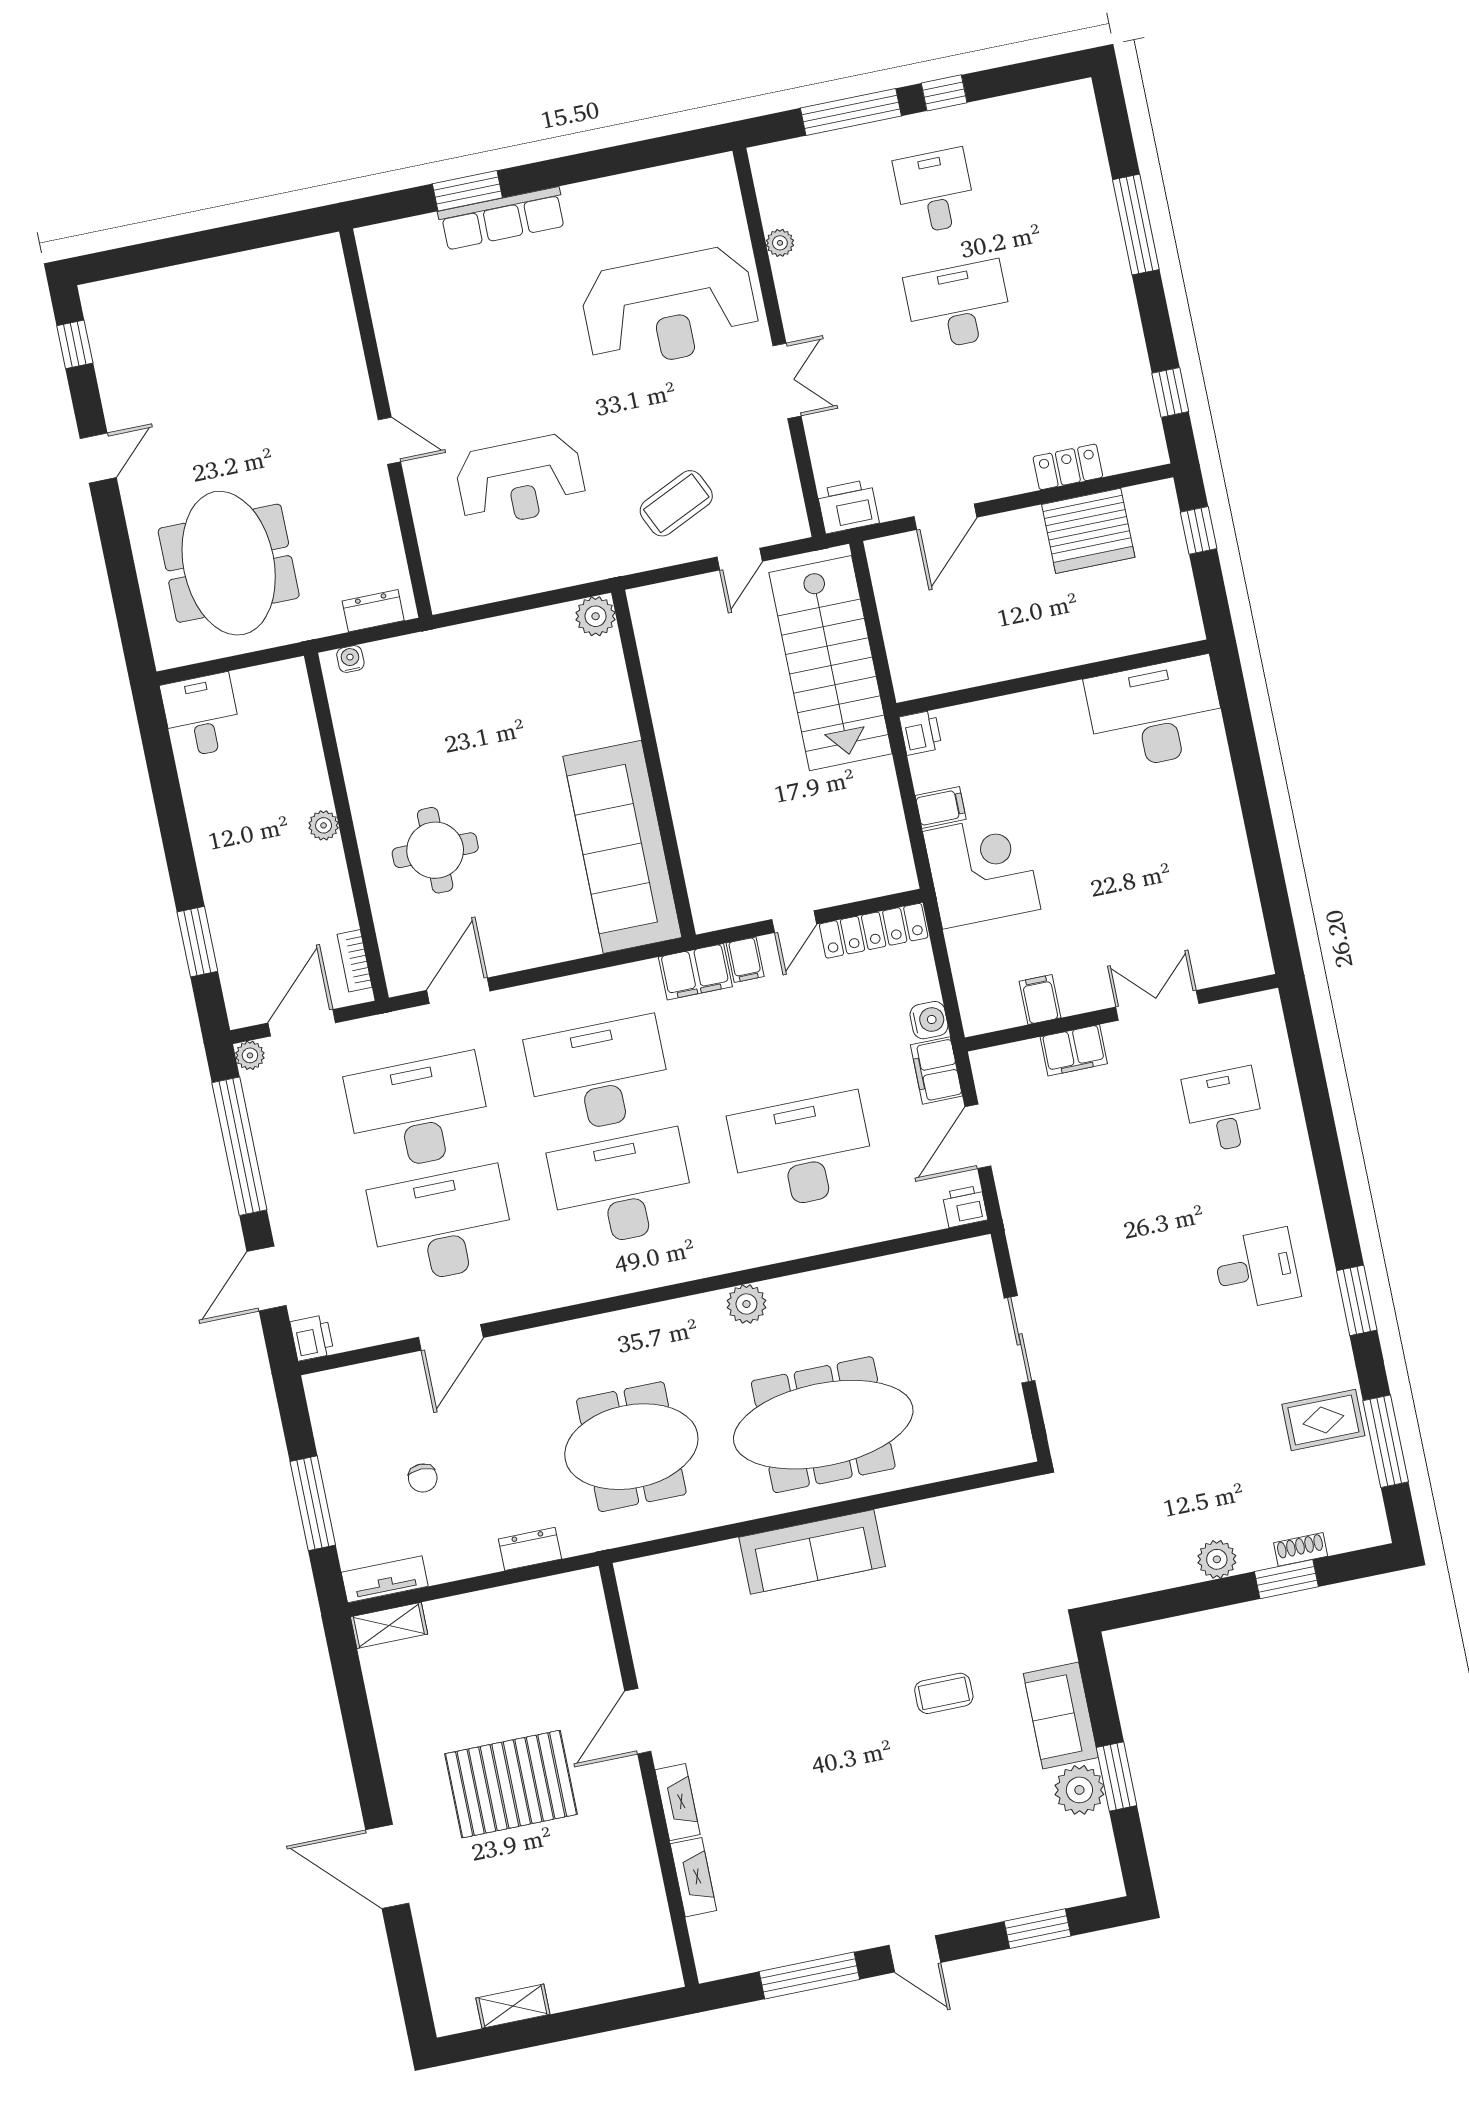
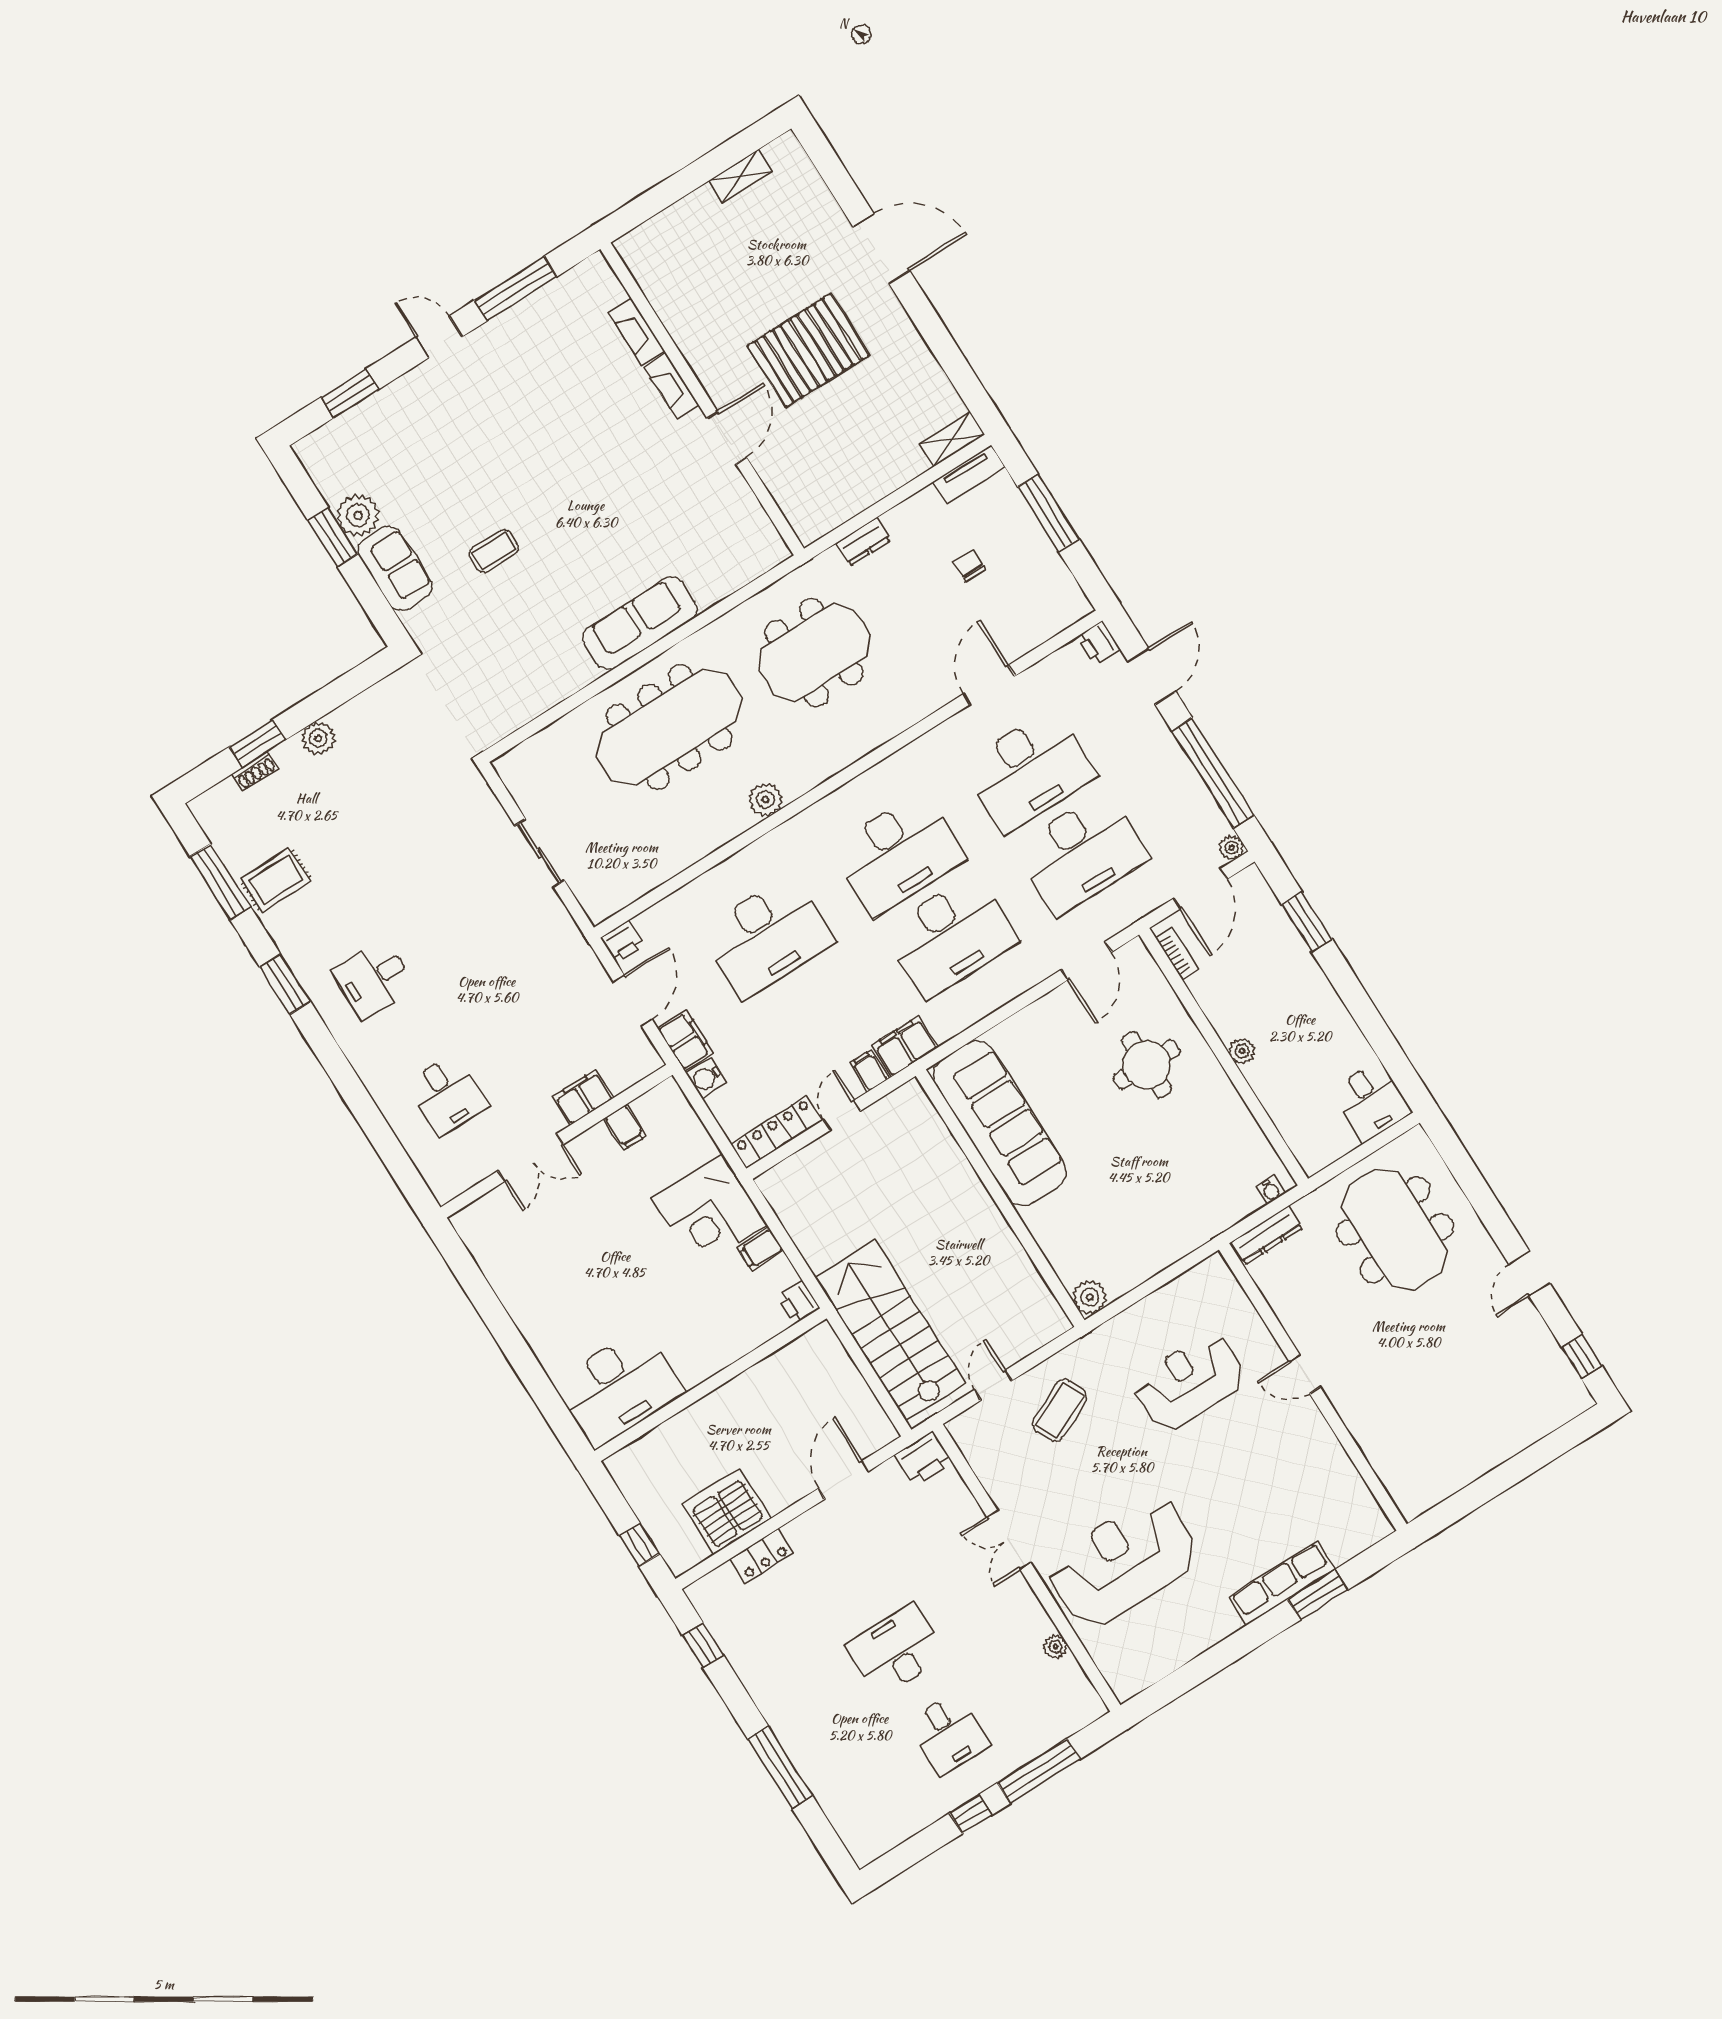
desk: (958, 306) -> (896, 1650), turned 180
dresser: (373, 611) -> (1267, 1235), width x1.44

